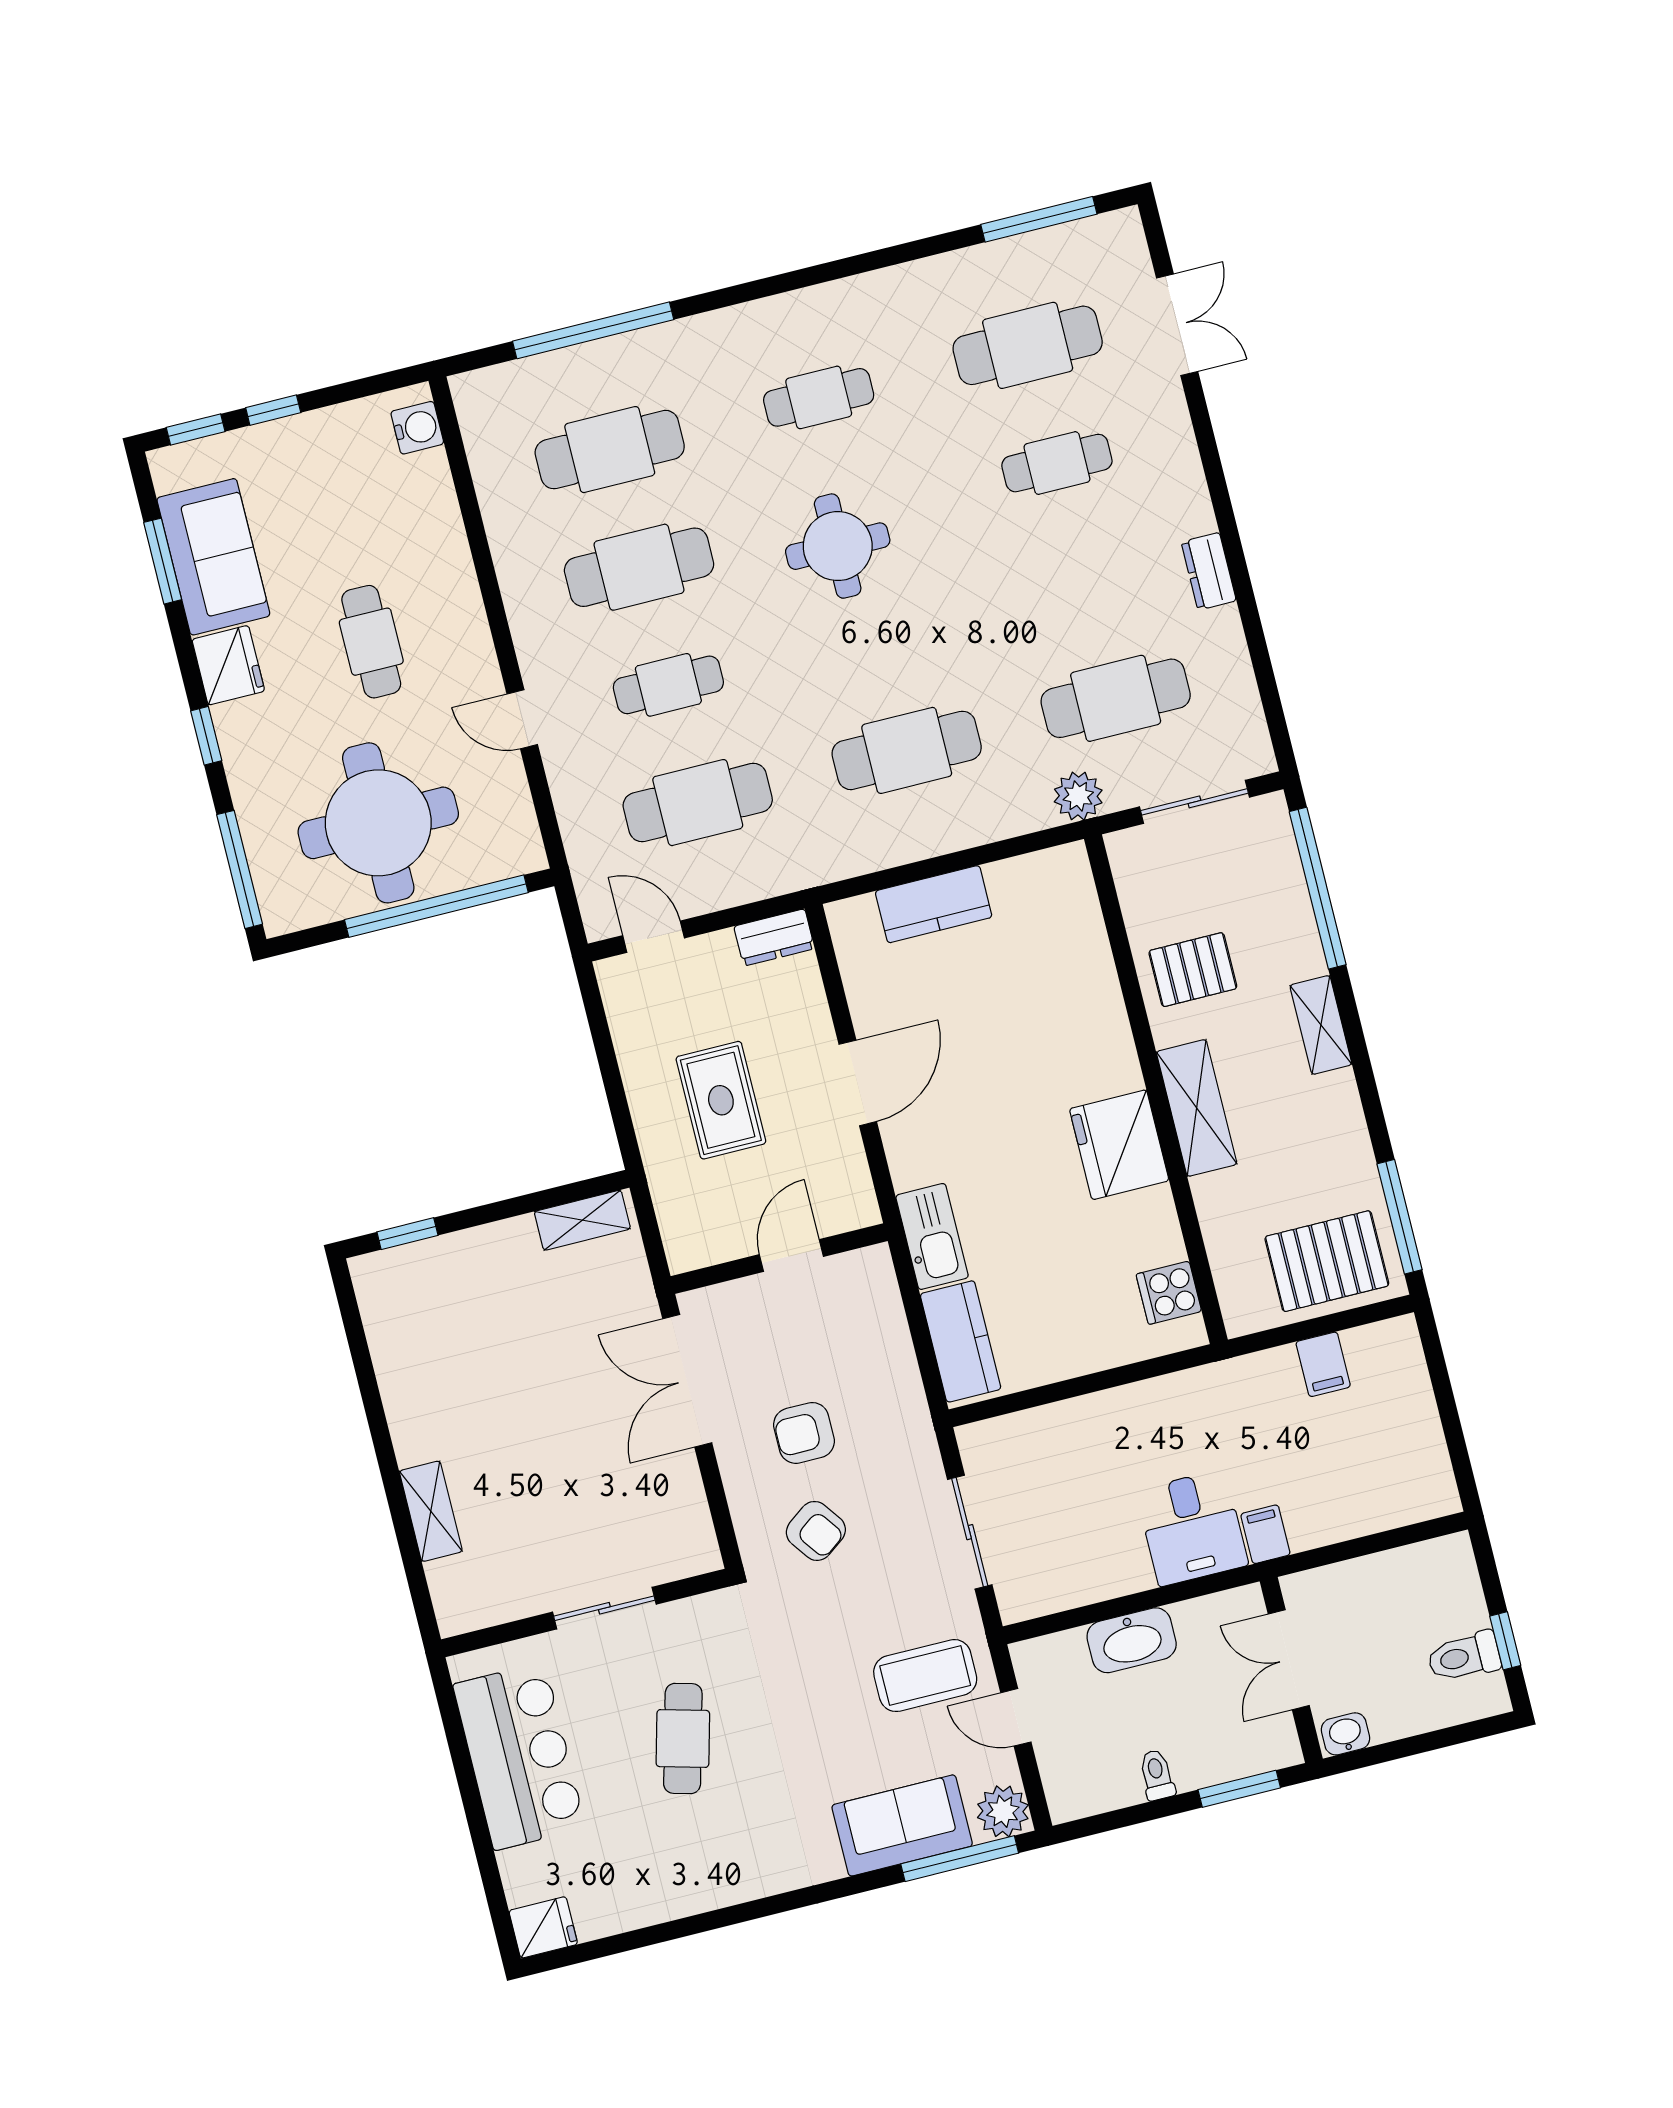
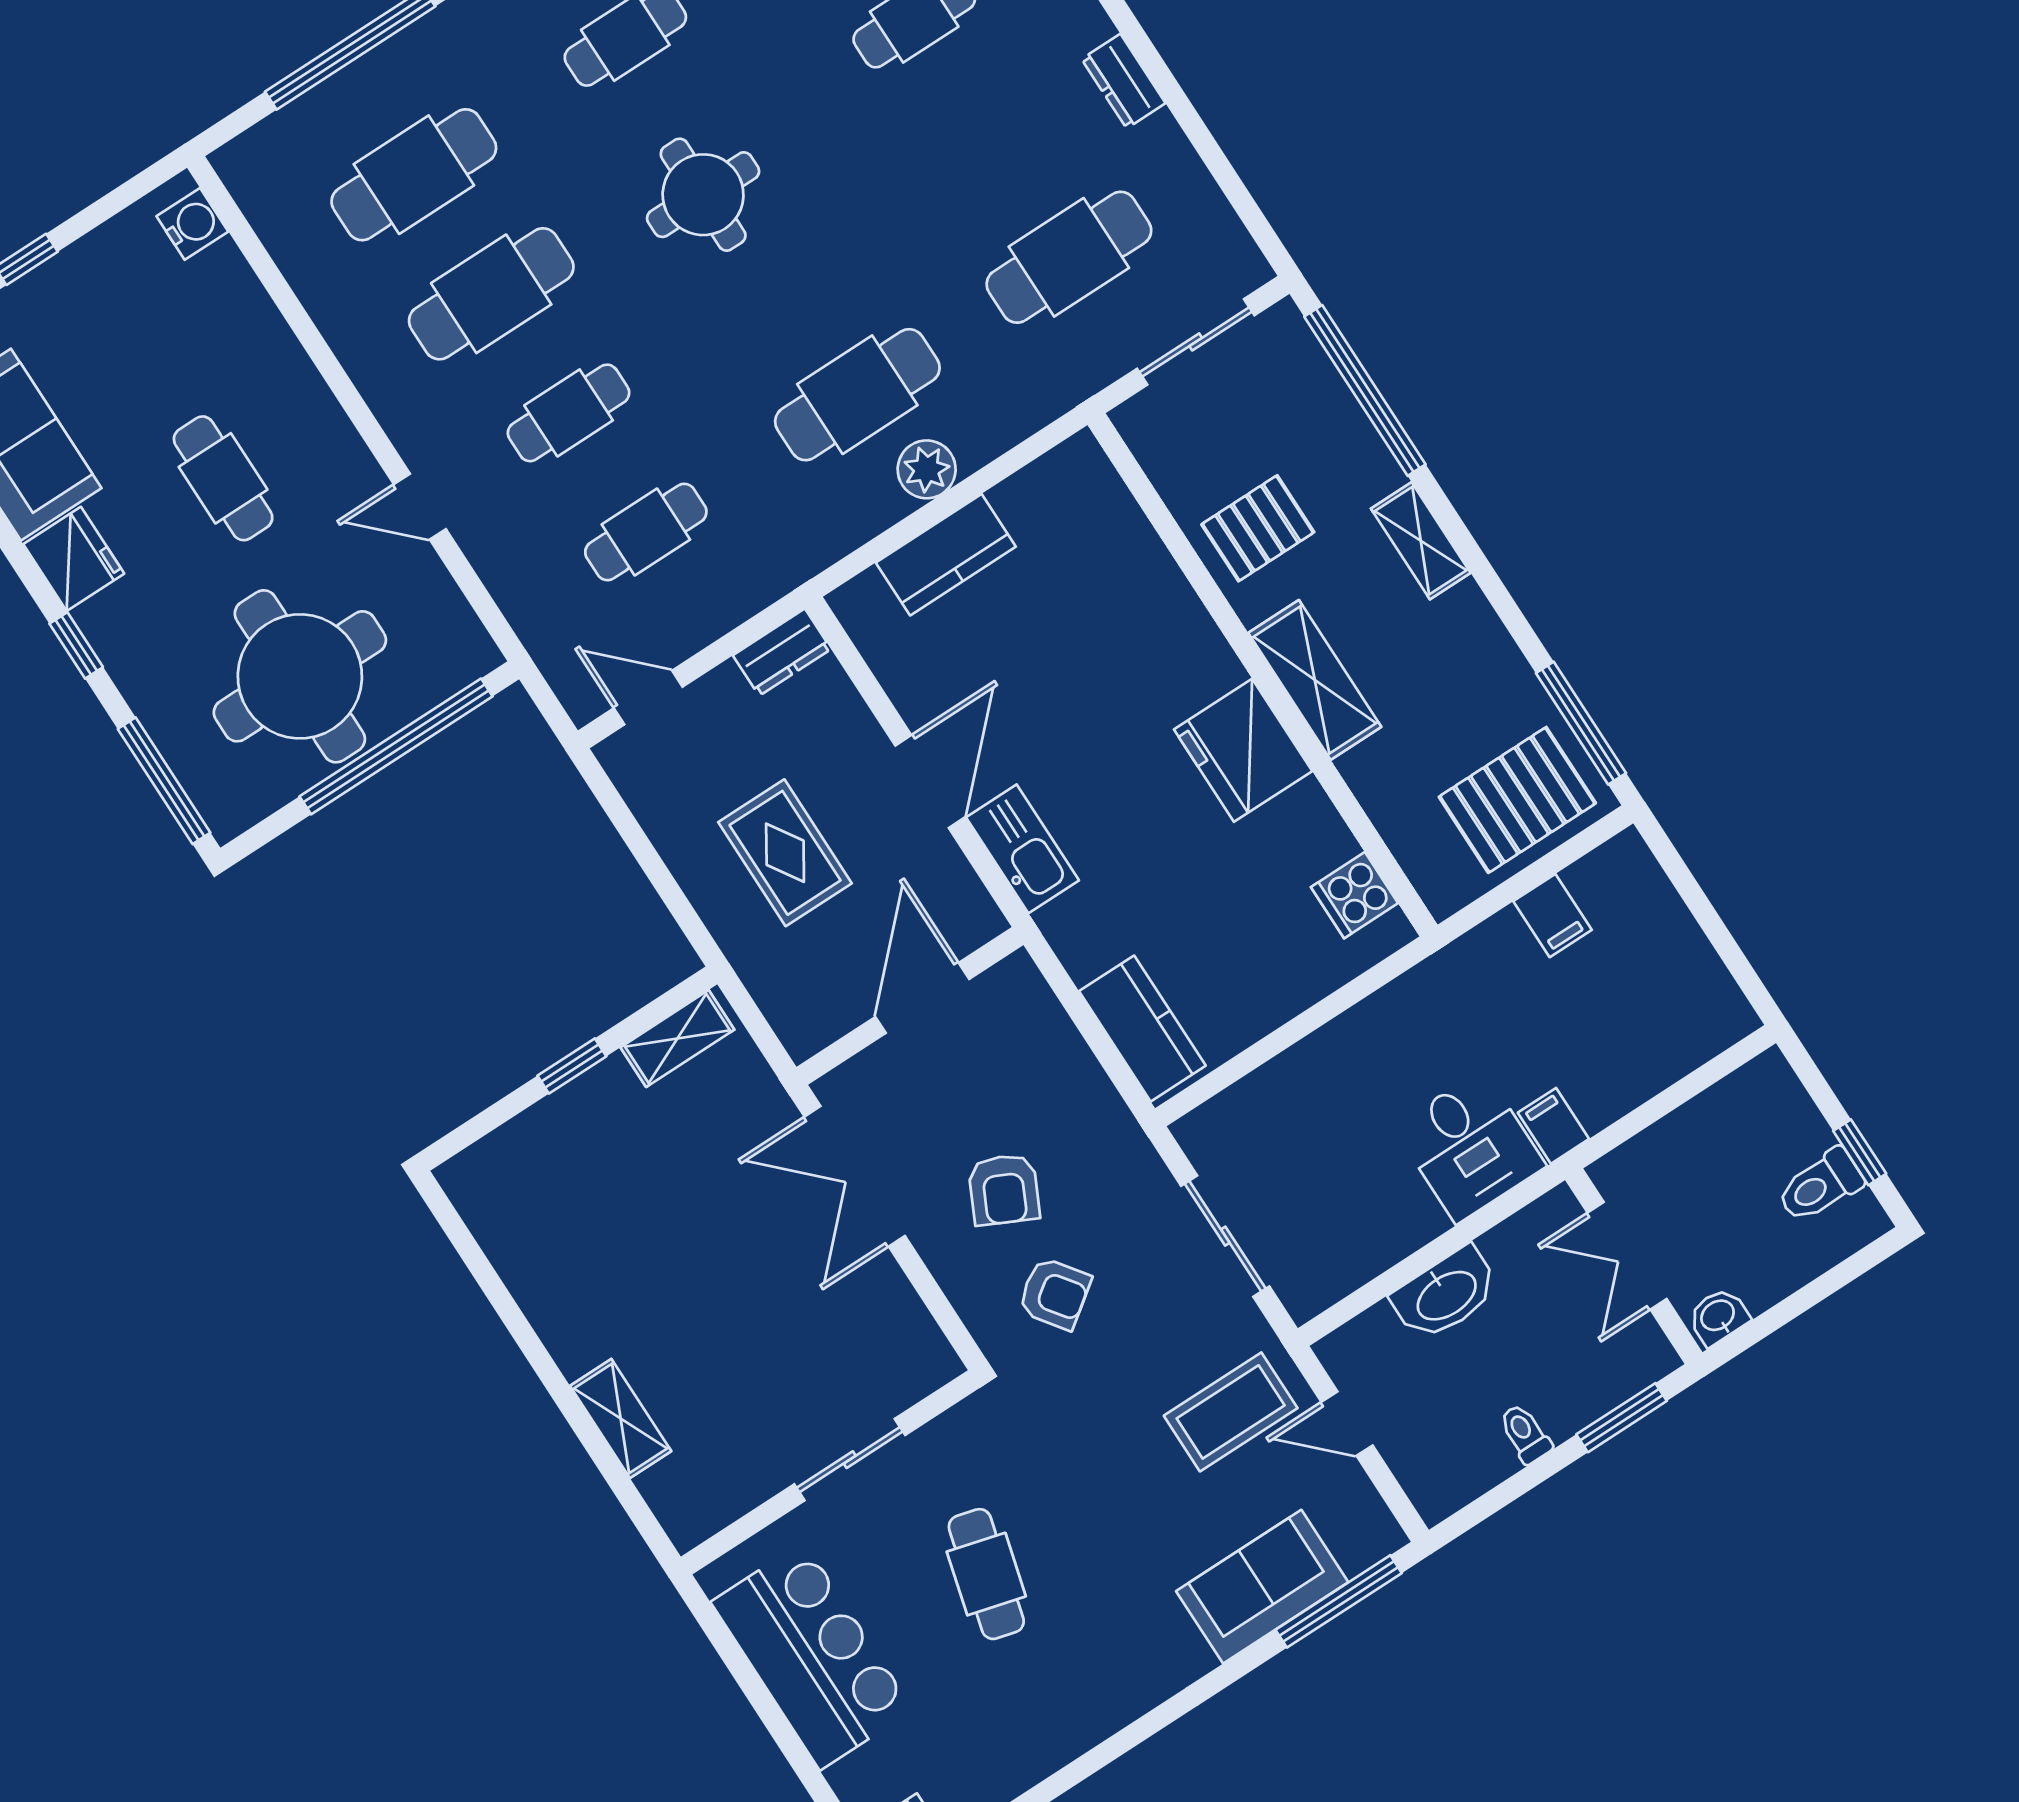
plant: (1078, 796) -> (927, 469), moved
cafe table: (698, 803) -> (646, 532), width x0.73, depth x0.74
window: (407, 1234) -> (572, 1066), moved
kitchen sink: (932, 1236) -> (1022, 849), moved
door: (791, 1256) -> (922, 998), width x1.38
armchair: (804, 1433) -> (1004, 1190), turned -64
plant: (1003, 1811) -> (1368, 1533), removed

